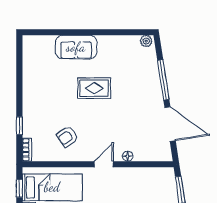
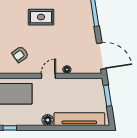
door: (170, 124) -> (101, 56), moved

